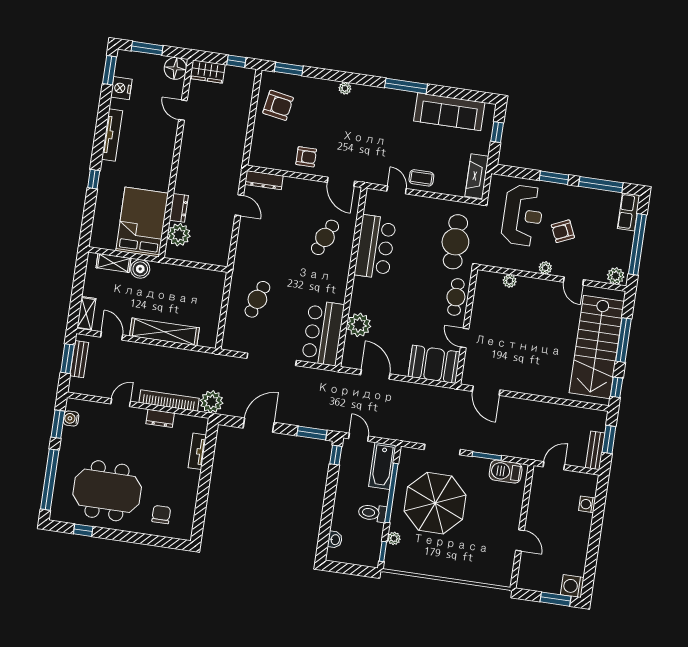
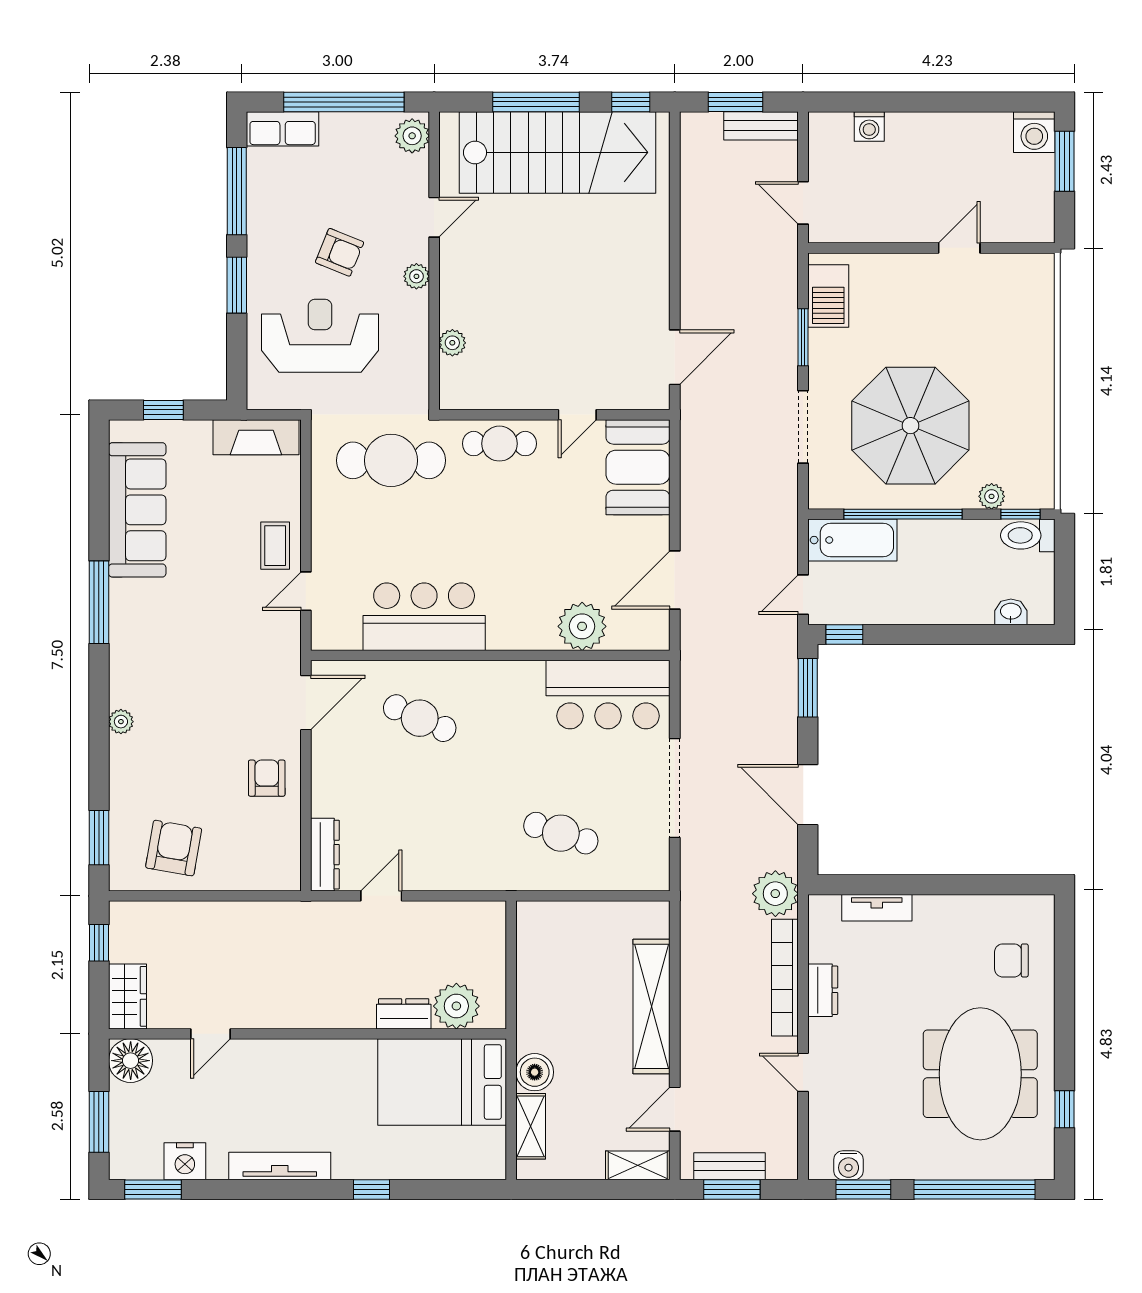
armchair: (563, 231) -> (340, 252), turned -44
toilet: (372, 513) -> (1028, 535), moved, turned 90

